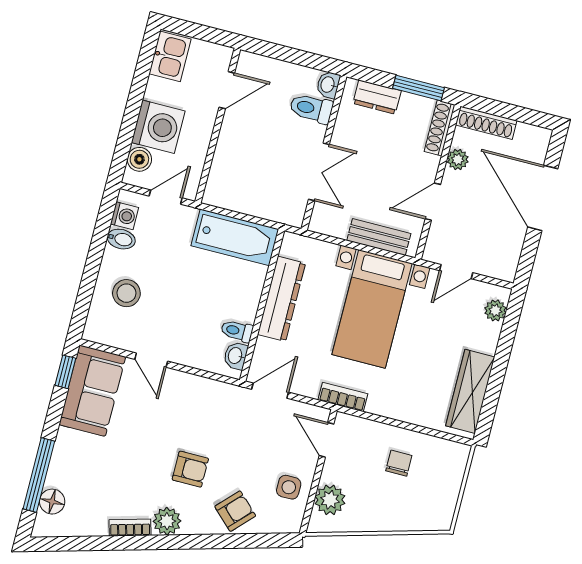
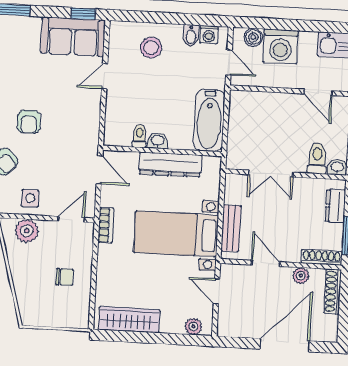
washbasin: (236, 356) -> (158, 141), moved

